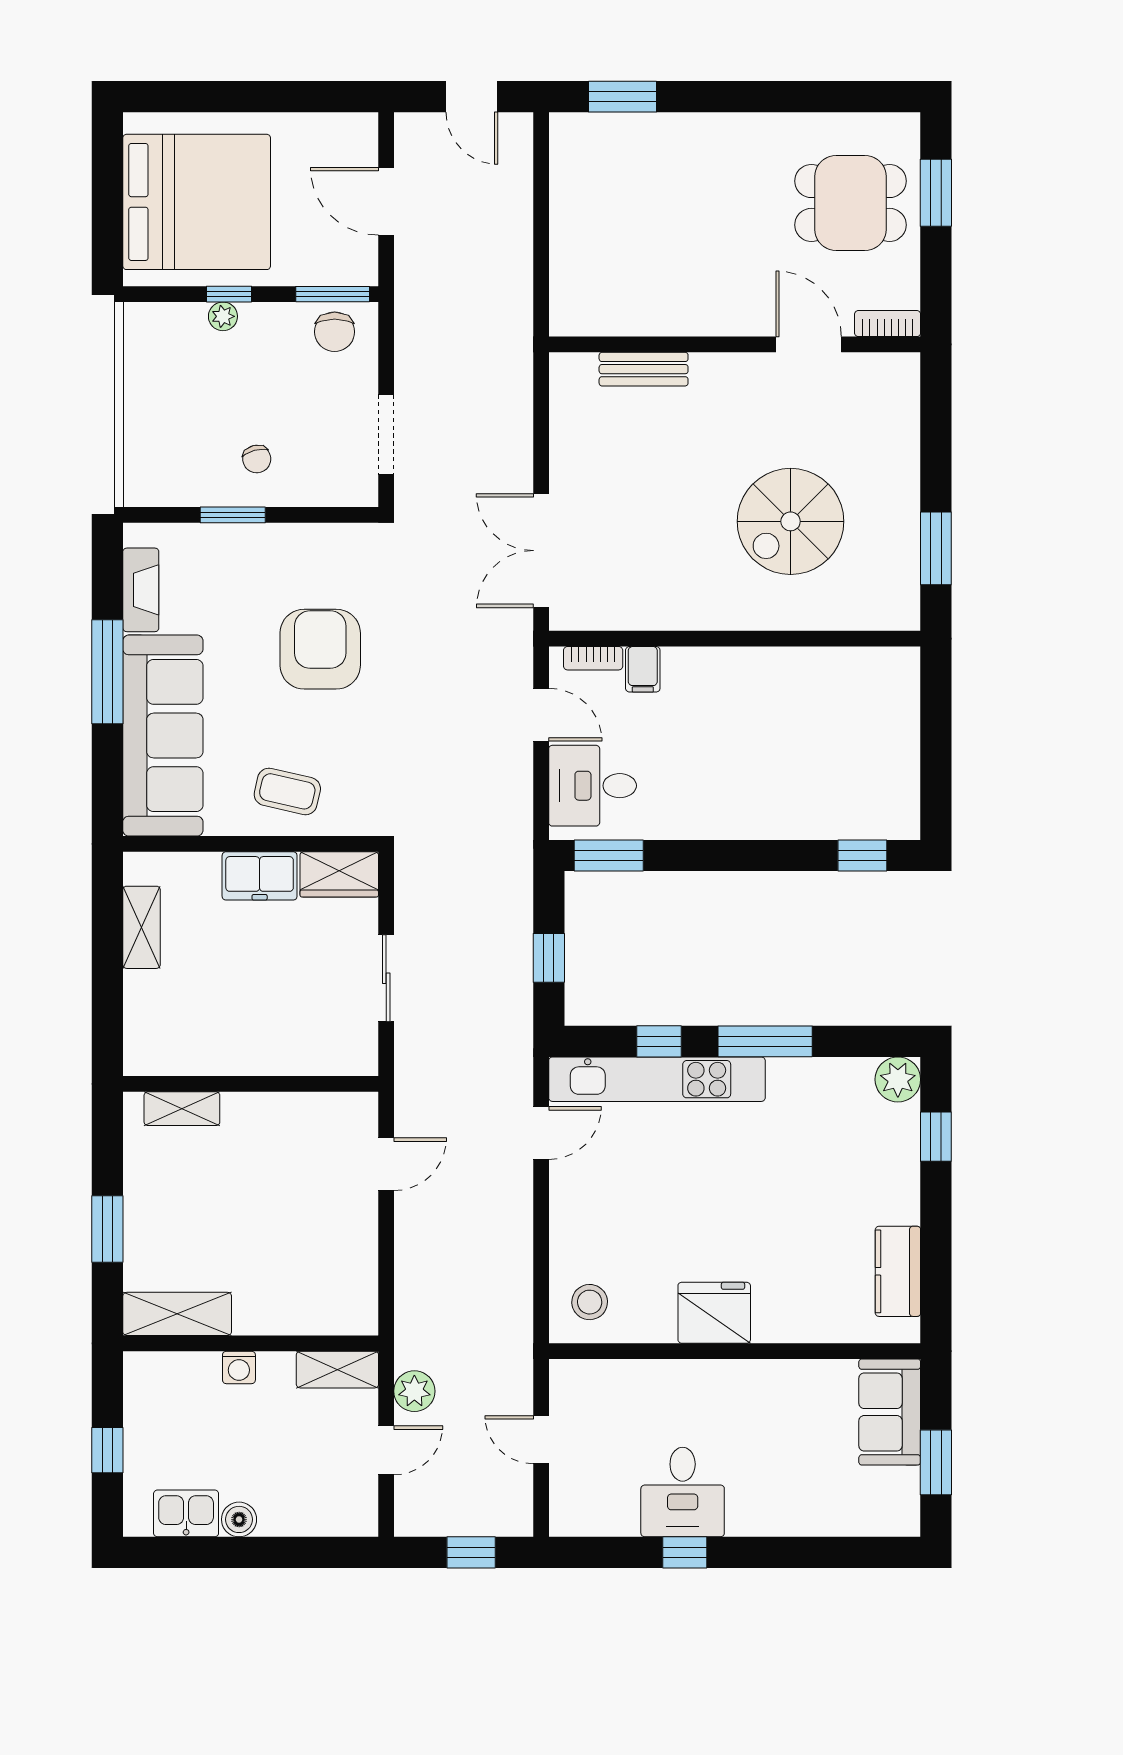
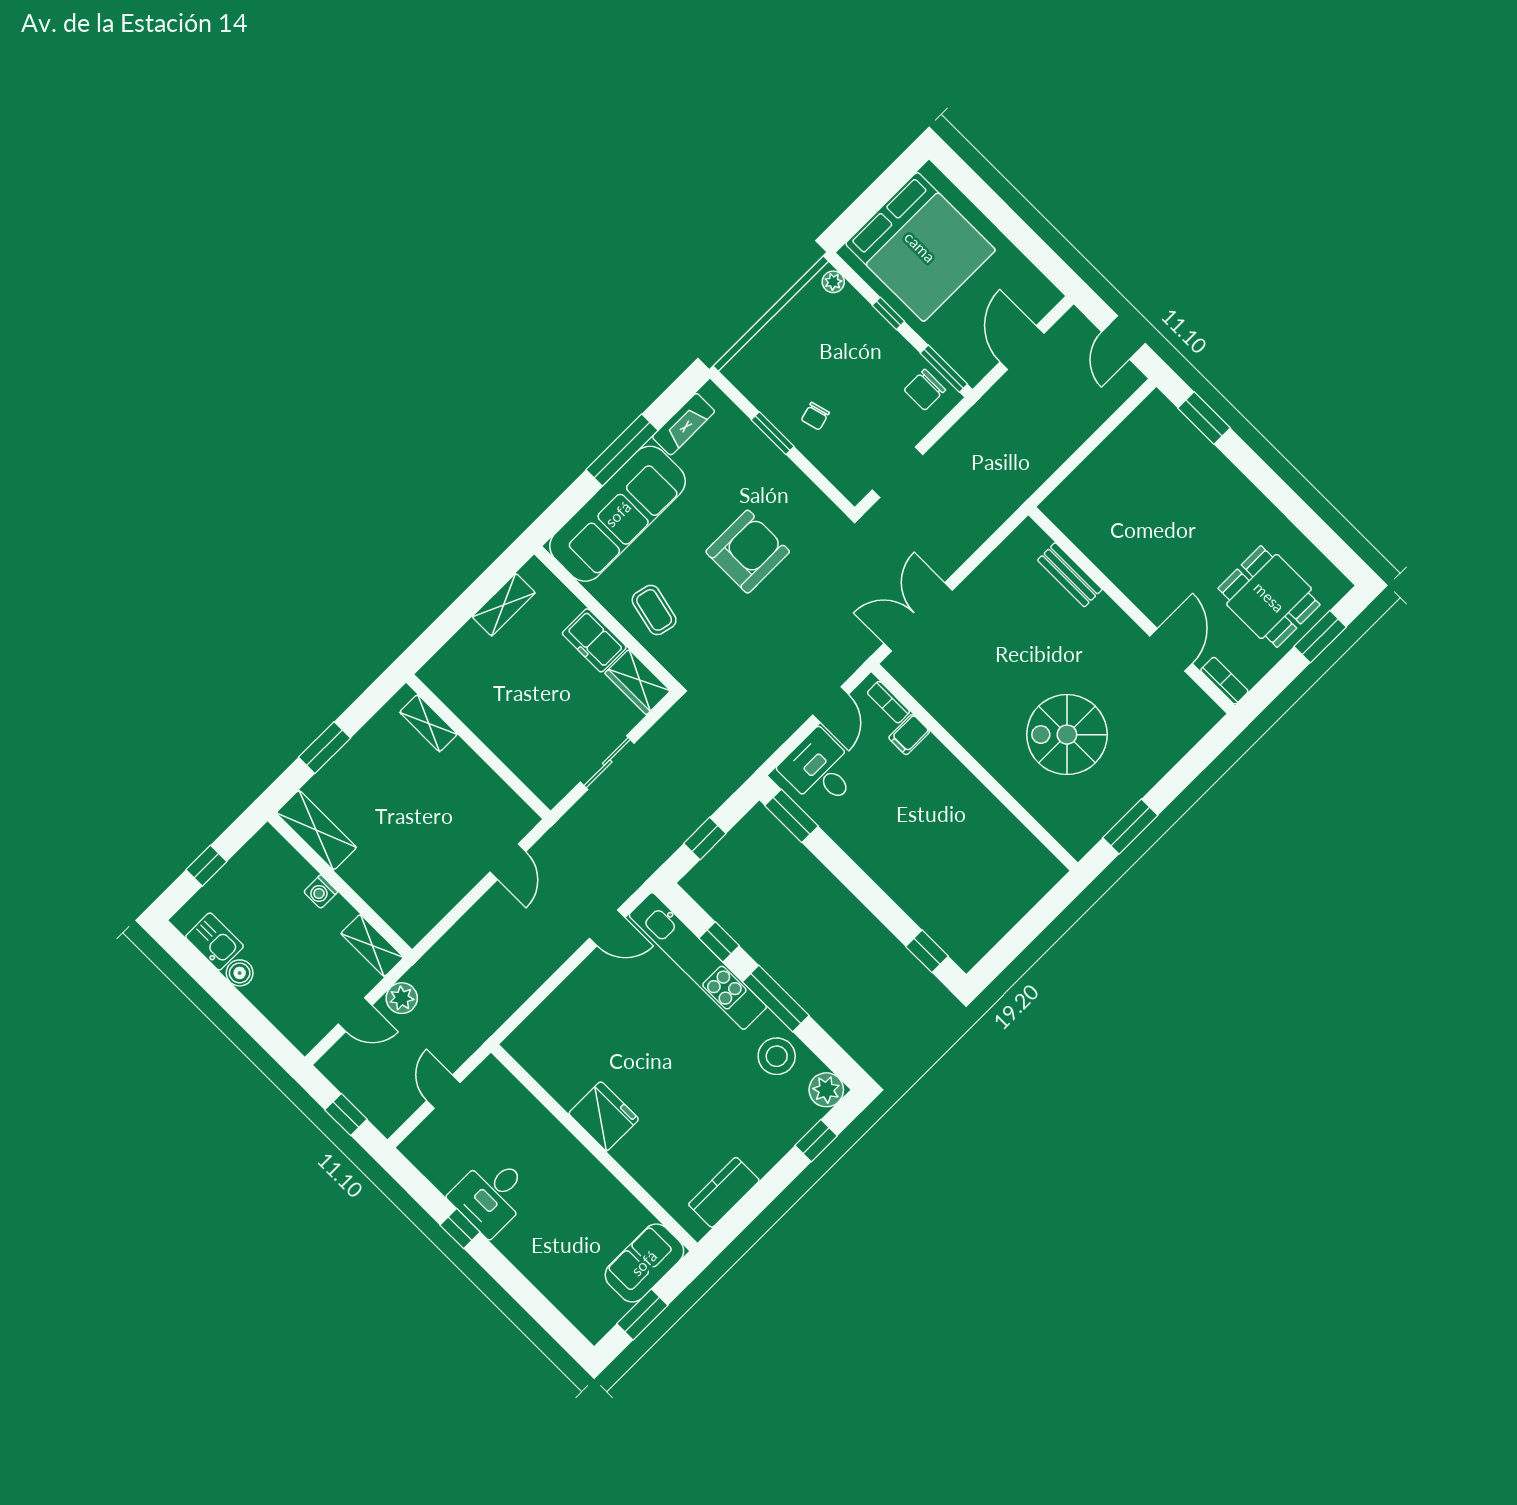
plant: (223, 316) -> (833, 282), moved
door: (386, 1164) -> (508, 862), hinge flipped
stool: (590, 1302) -> (777, 1056), moved, width x1.38, depth x1.38

